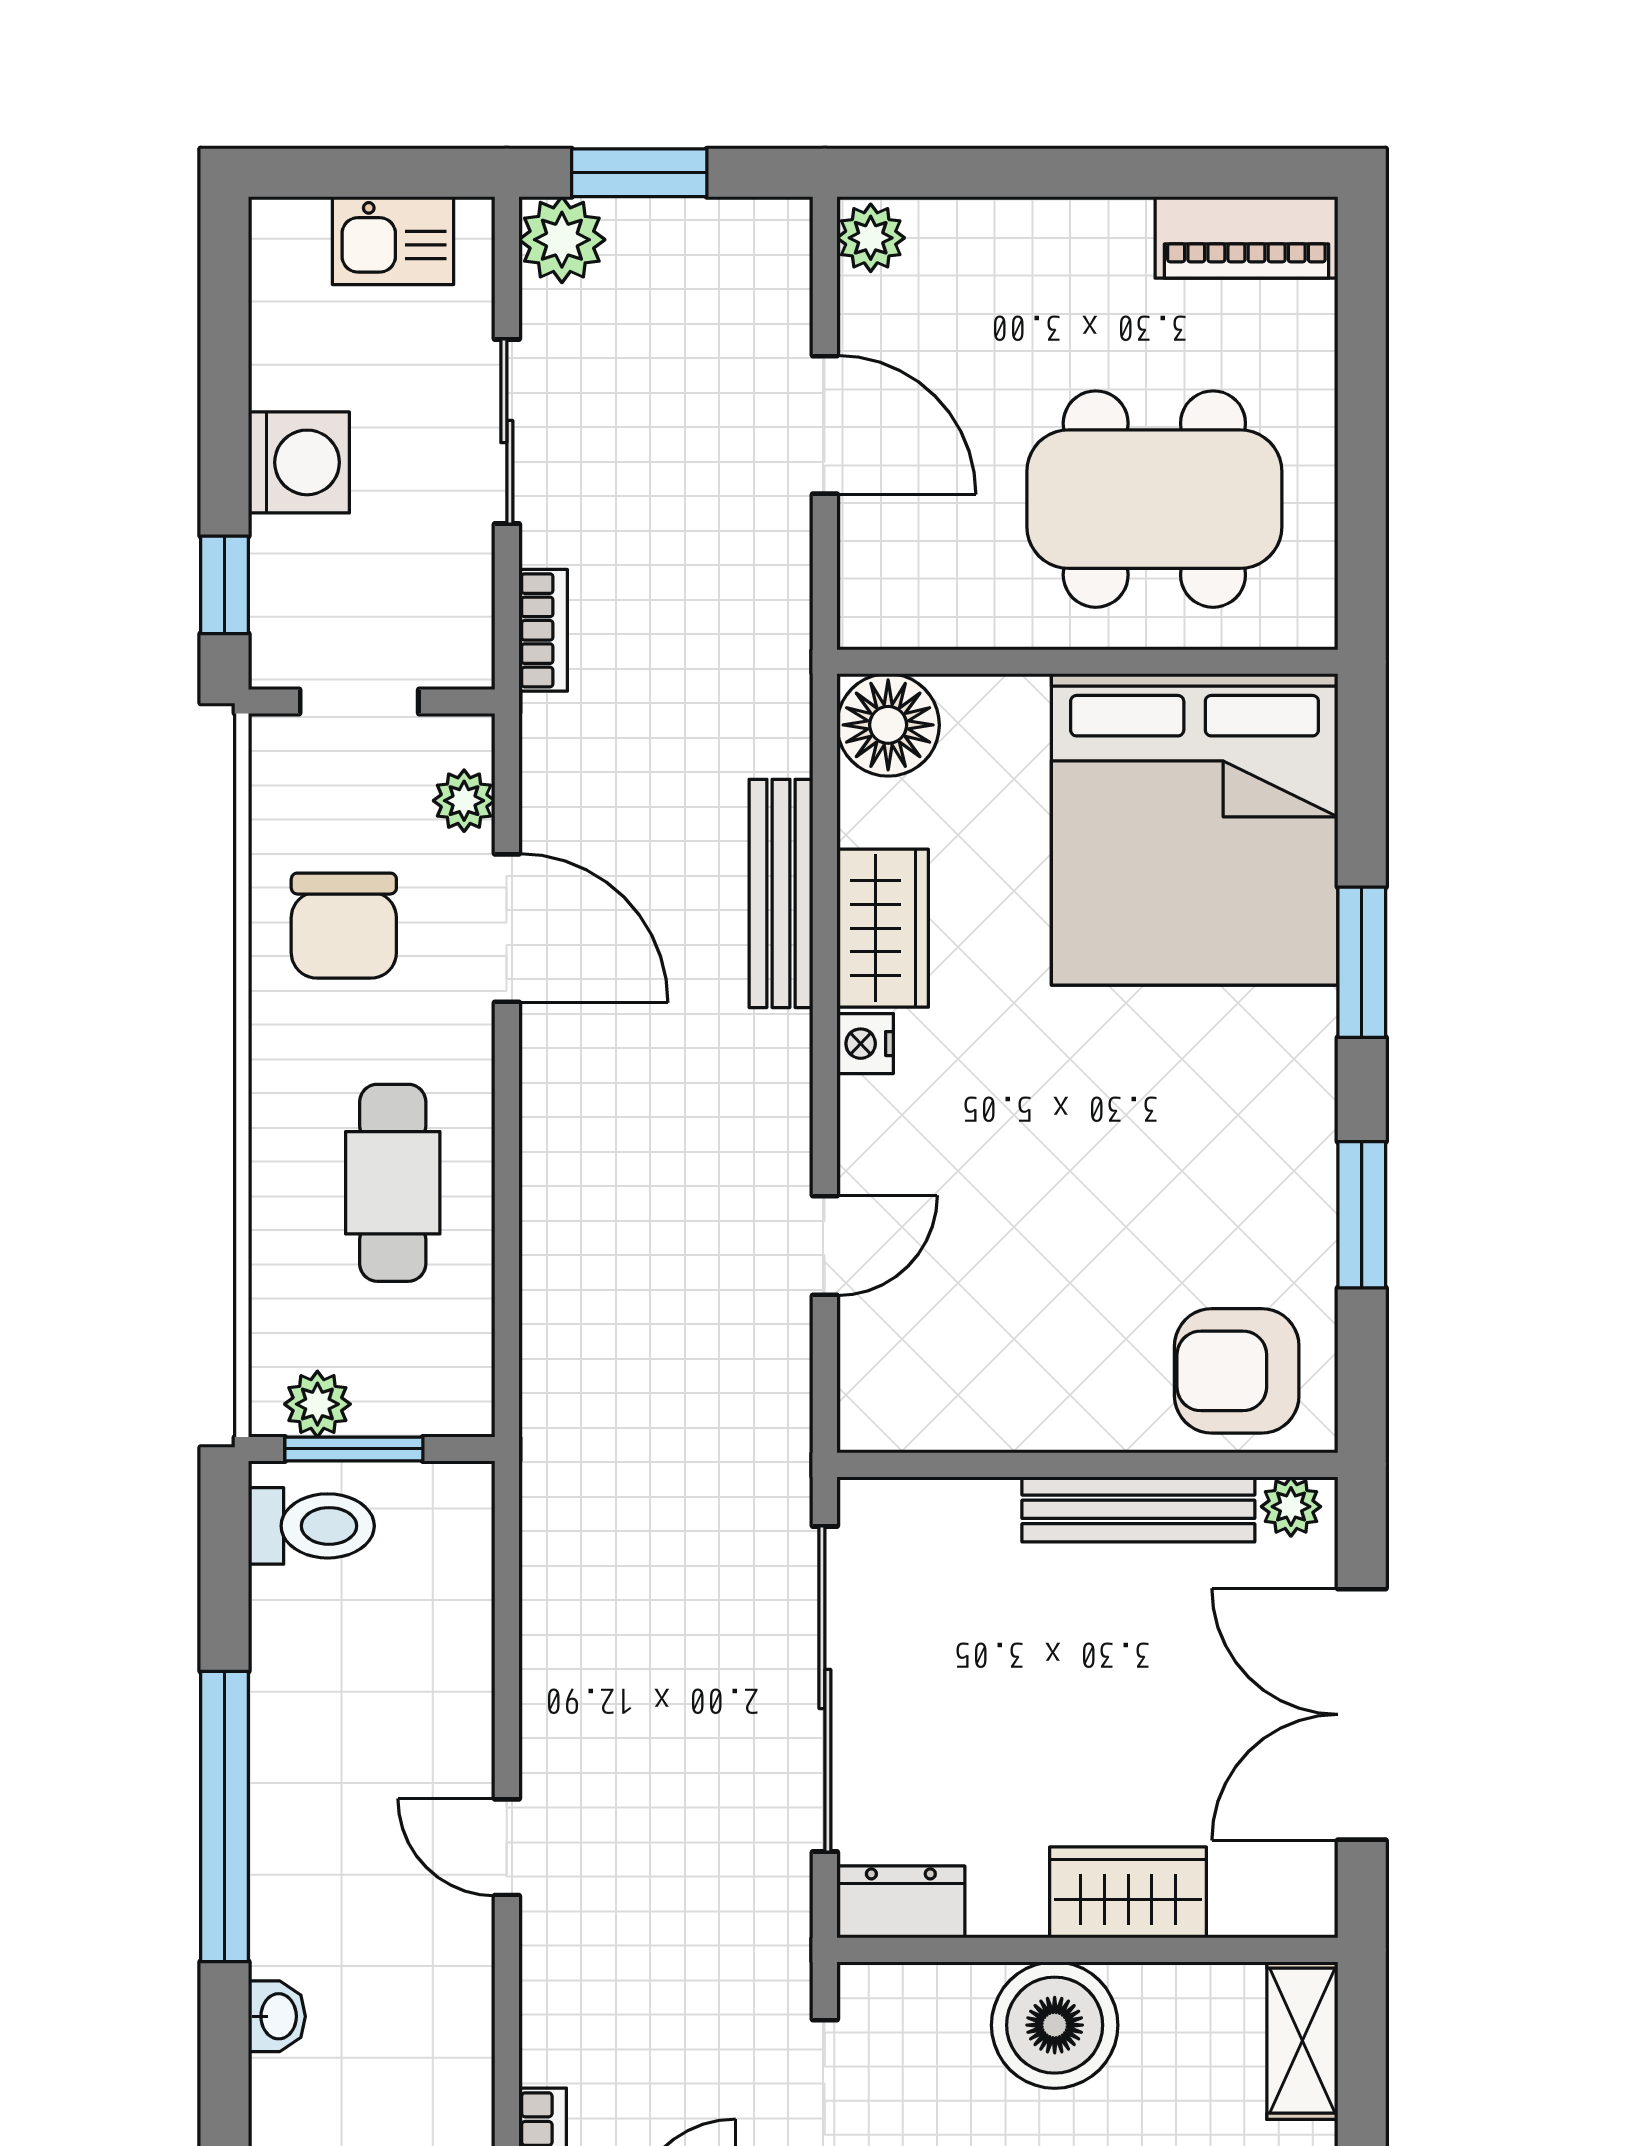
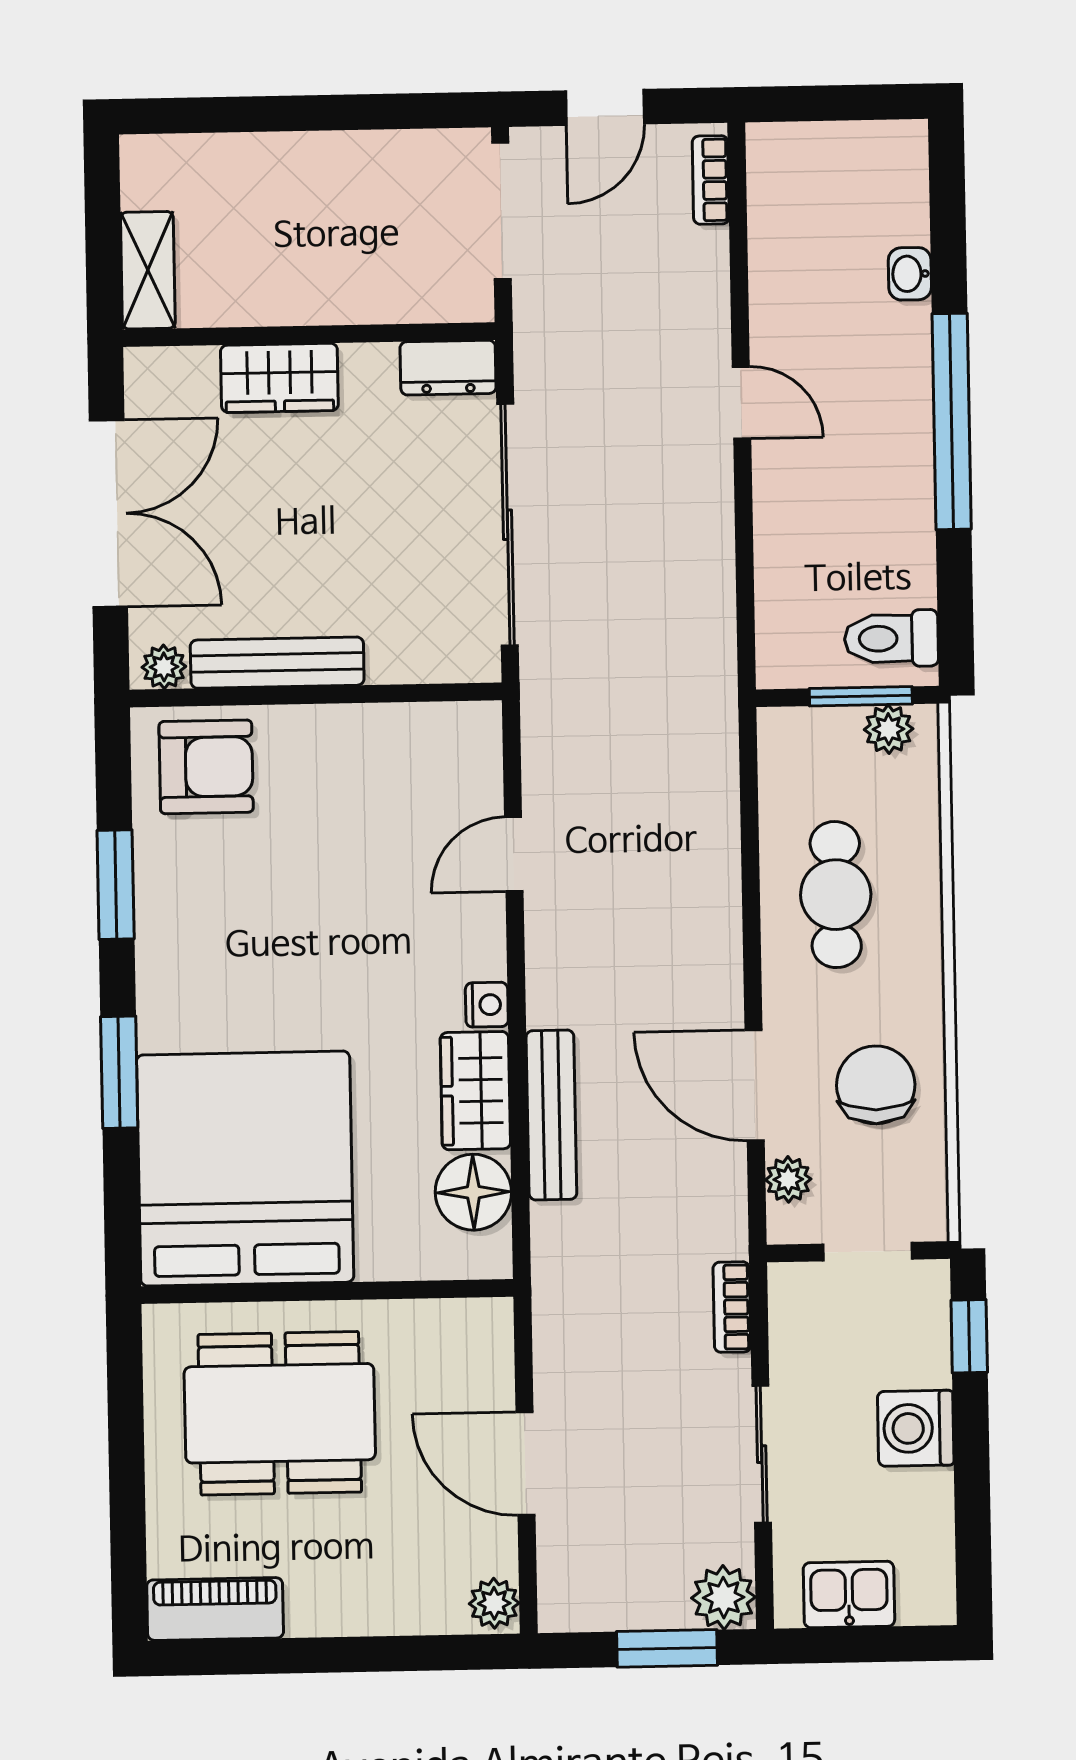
floor lamp: (888, 725) -> (473, 1192), moved
boiler: (1055, 2025) -> (332, 278), removed

